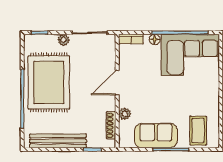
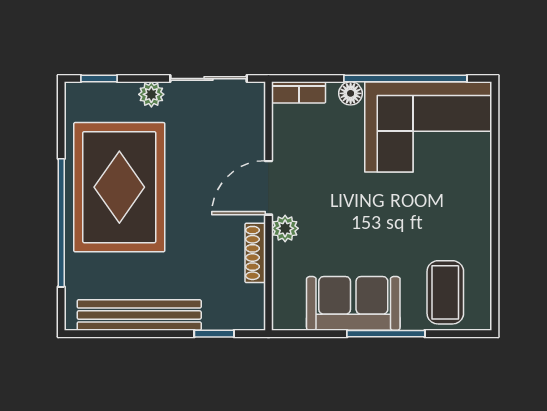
plant: (125, 114) -> (285, 228), moved
shoe rack: (111, 125) -> (255, 253), moved

